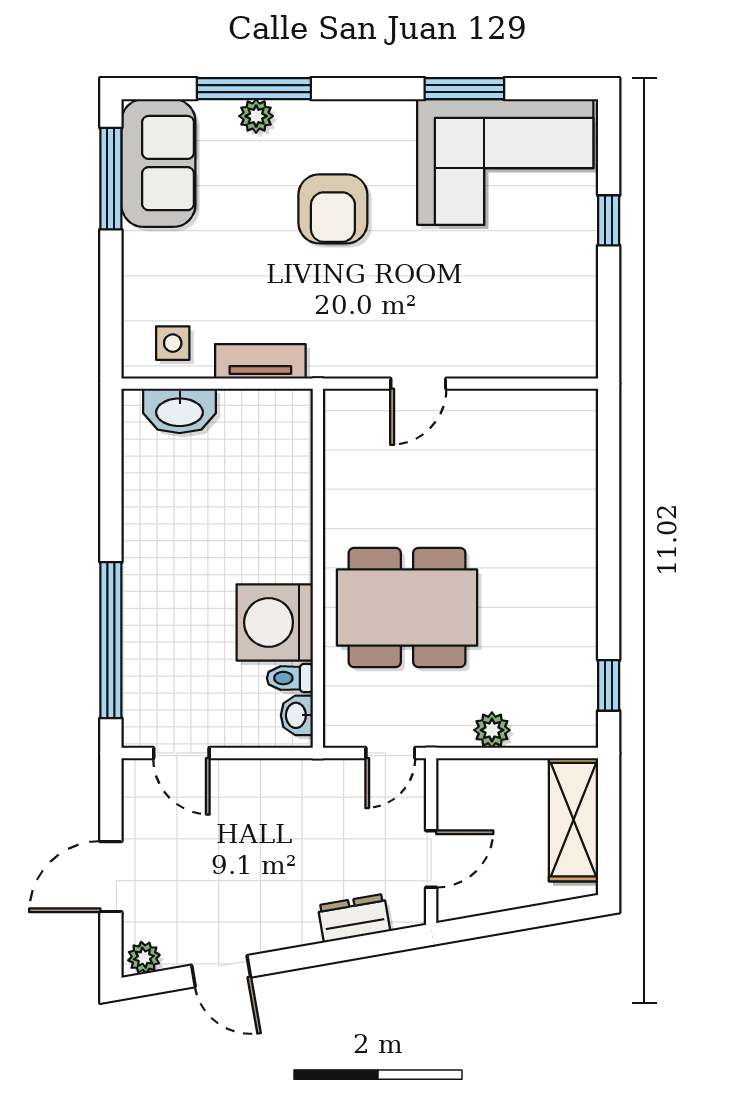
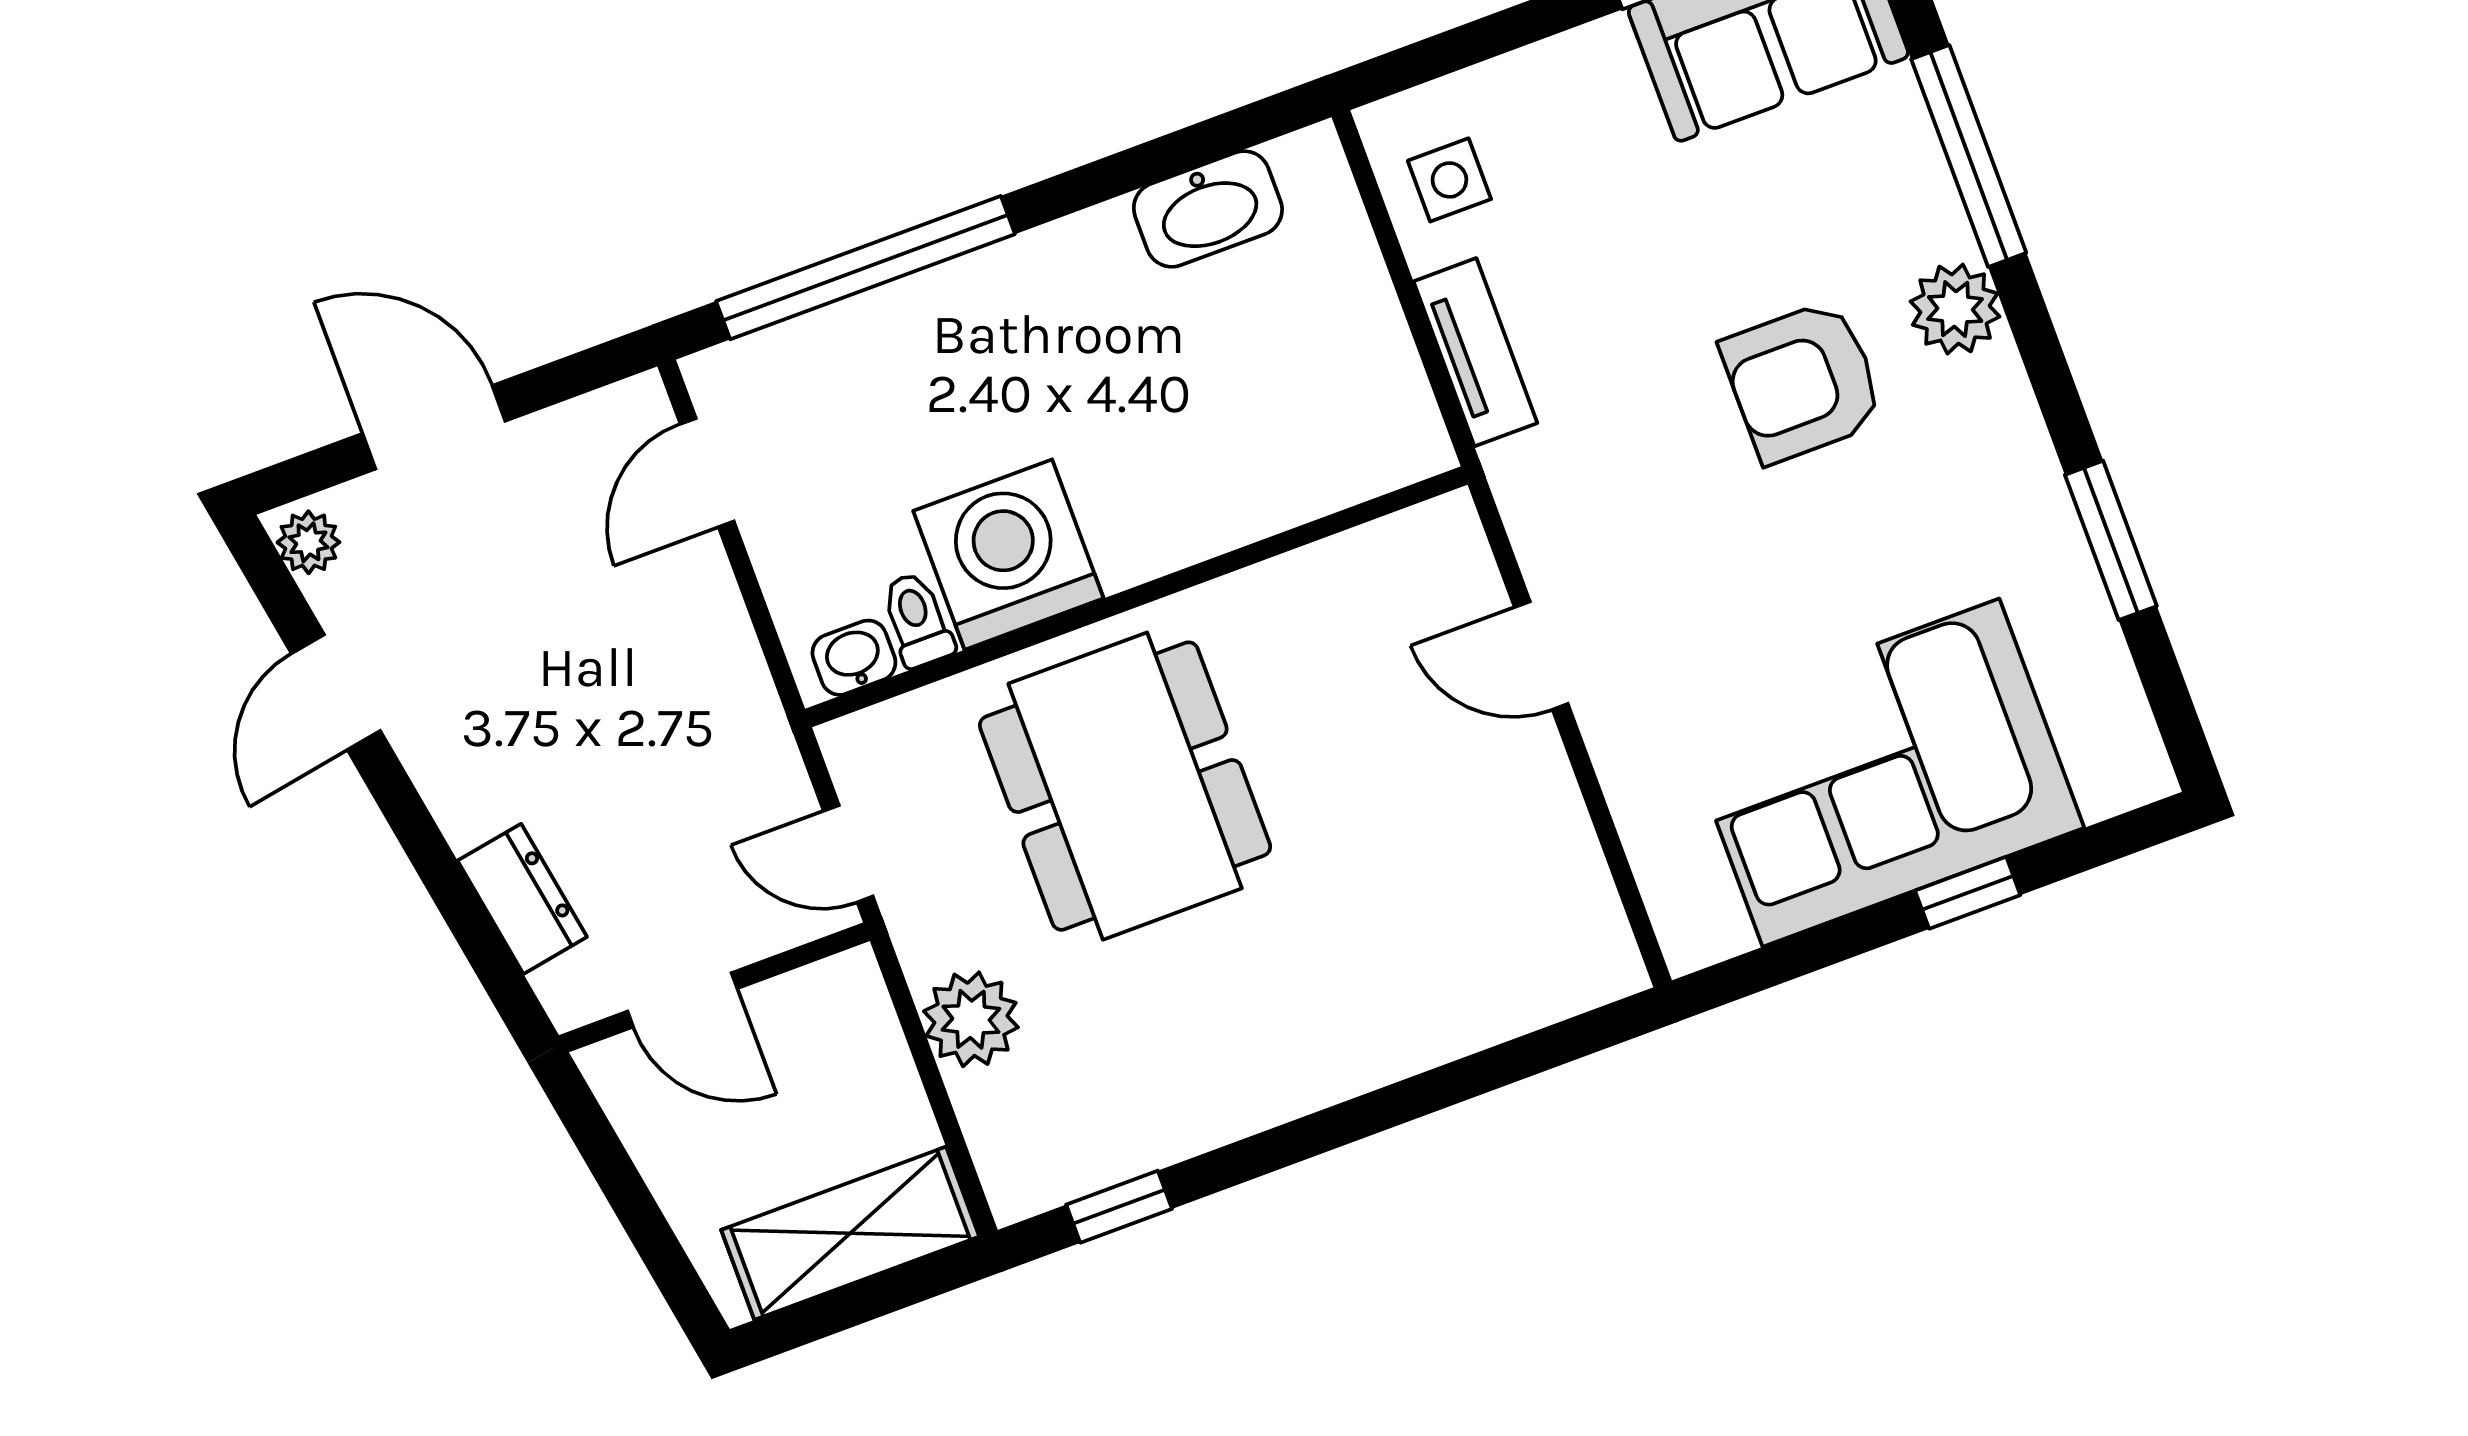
plant: (256, 116) -> (1955, 309), moved, width x1.38, depth x1.38
corner sofa: (505, 162) -> (1881, 773), moved, turned 90
washbasin: (180, 411) -> (1208, 209), moved, turned -90
plant: (492, 730) -> (971, 1019), width x1.38, depth x1.38

